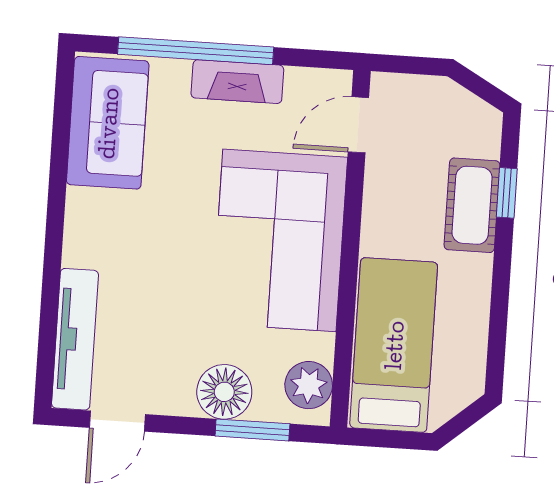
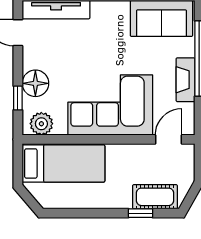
door: (358, 125) -> (169, 139), hinge flipped
cot: (472, 205) -> (155, 197), moved
window: (252, 430) -> (18, 98), width x0.67

